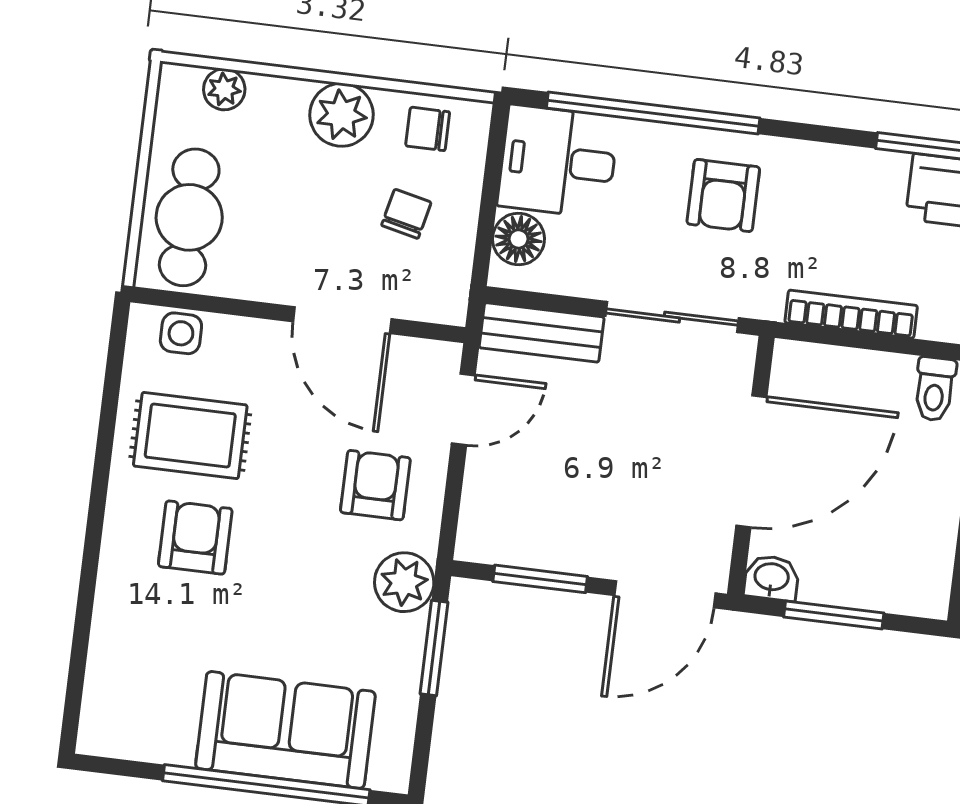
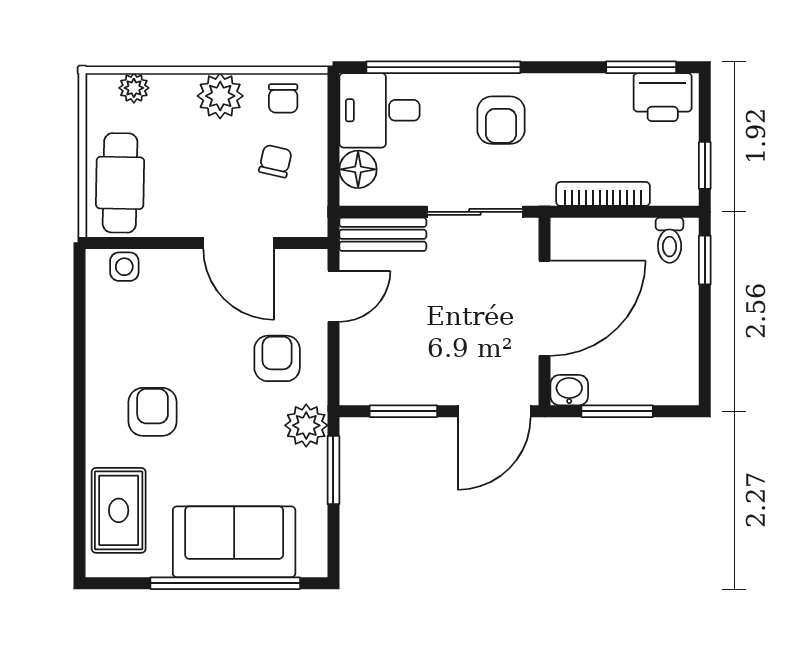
chair: (428, 129) -> (283, 98), turned -90
rug: (190, 436) -> (119, 510), moved, turned 90

